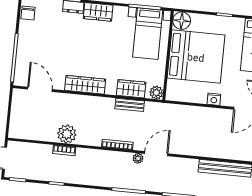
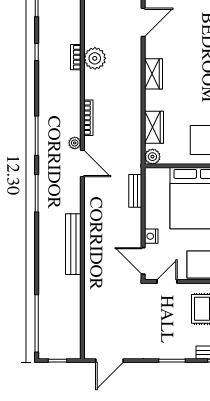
wardrobe: (85, 85) -> (153, 74), width x0.67
nightstand: (214, 99) -> (151, 236), moved
bench: (130, 105) -> (135, 191), moved

